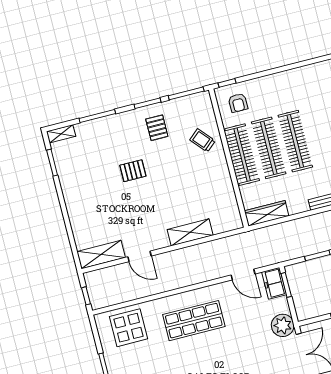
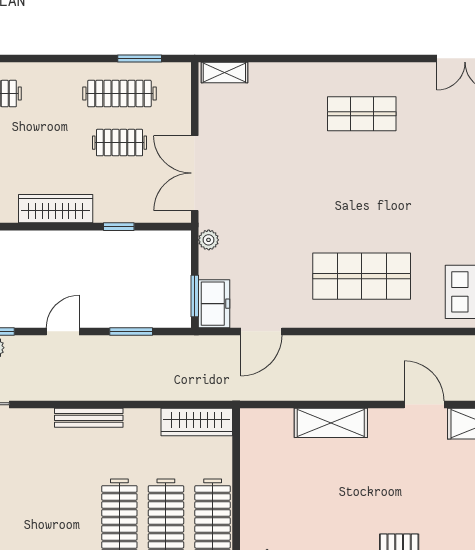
door: (243, 274) -> (261, 331), swing flipped
plant: (283, 325) -> (209, 240), width x0.53, depth x0.53

